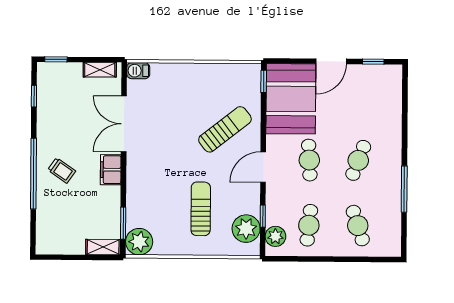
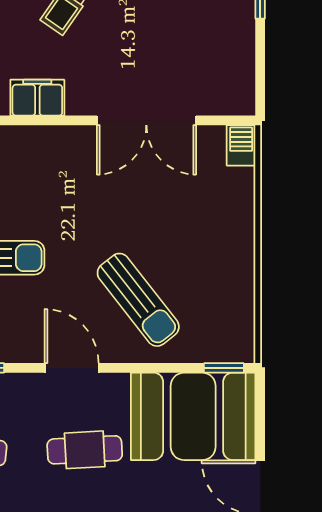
shelving: (100, 70) -> (242, 77), removed
double door: (124, 124) -> (146, 120), swing flipped
filing cabinet: (111, 170) -> (37, 98), moved

